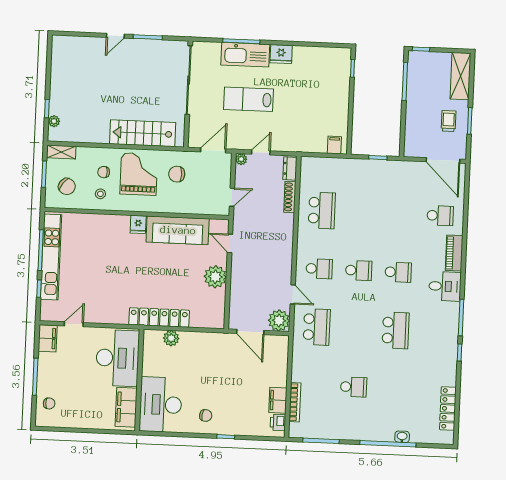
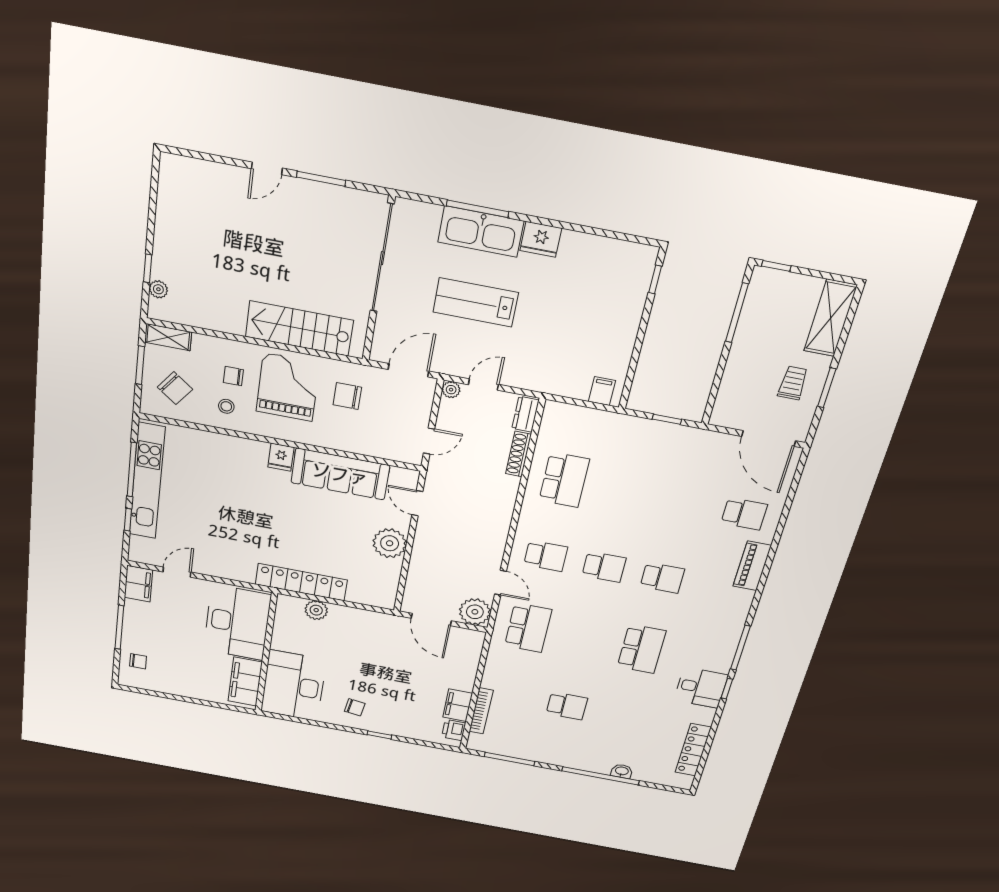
desk: (445, 286) -> (701, 688), moved

